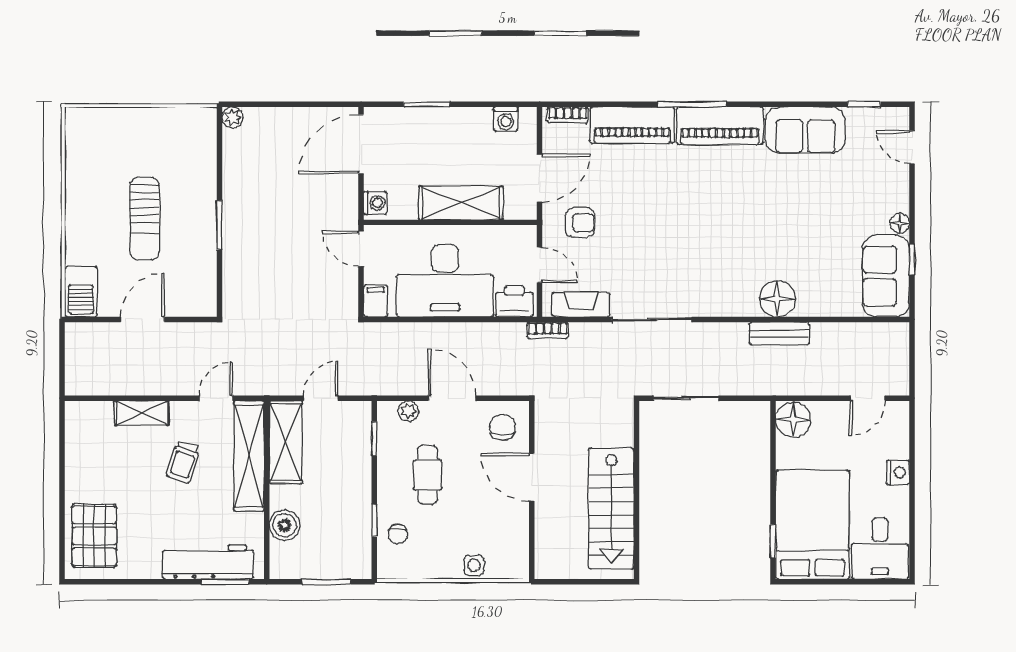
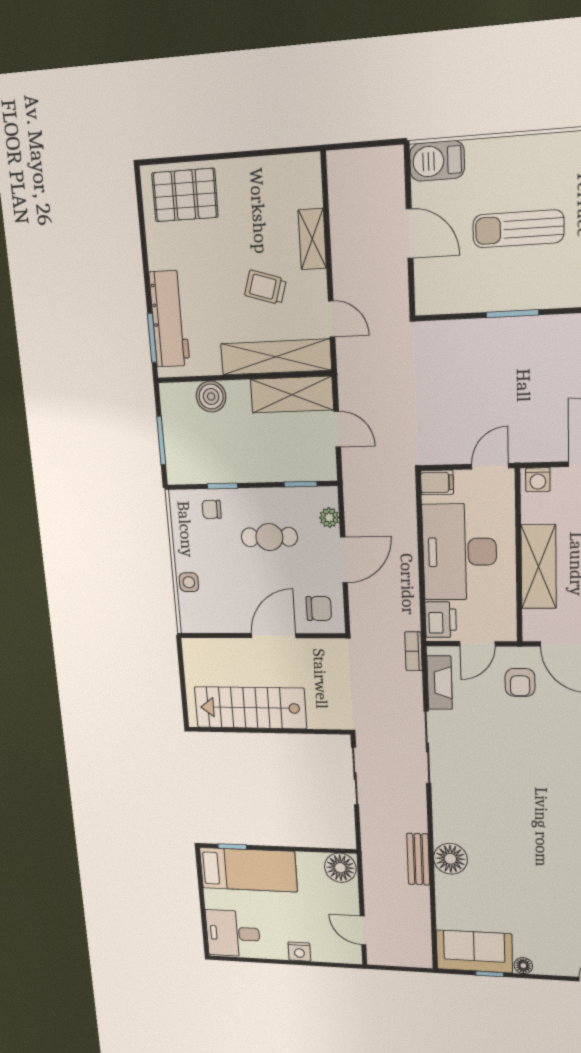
bed: (813, 525) -> (248, 870), width x0.67

